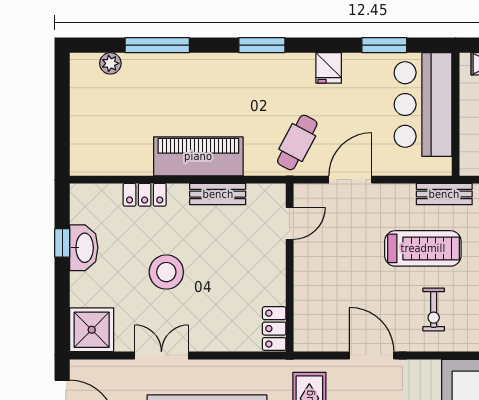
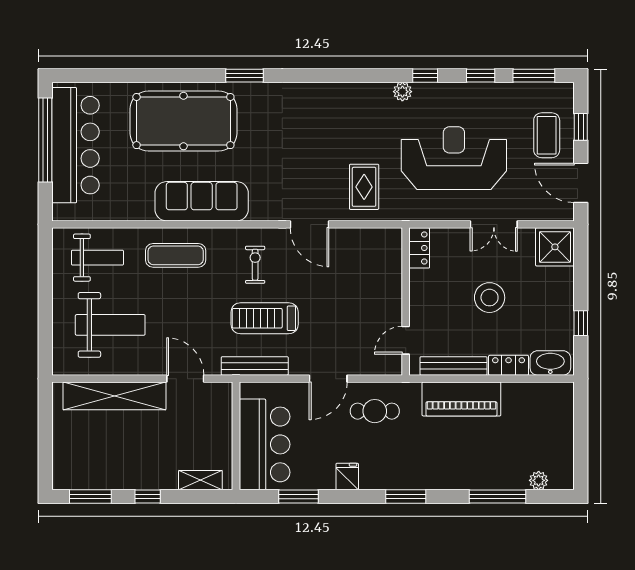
cafe table: (297, 142) -> (375, 411), turned 62
bench: (218, 194) -> (453, 366), width x1.36
bench: (444, 194) -> (255, 366), width x1.36
door: (290, 223) -> (406, 340), moved
washbasin: (84, 248) -> (550, 363), moved, turned 90
wall: (290, 268) -> (406, 301), moved
locker: (274, 329) -> (419, 248), moved

